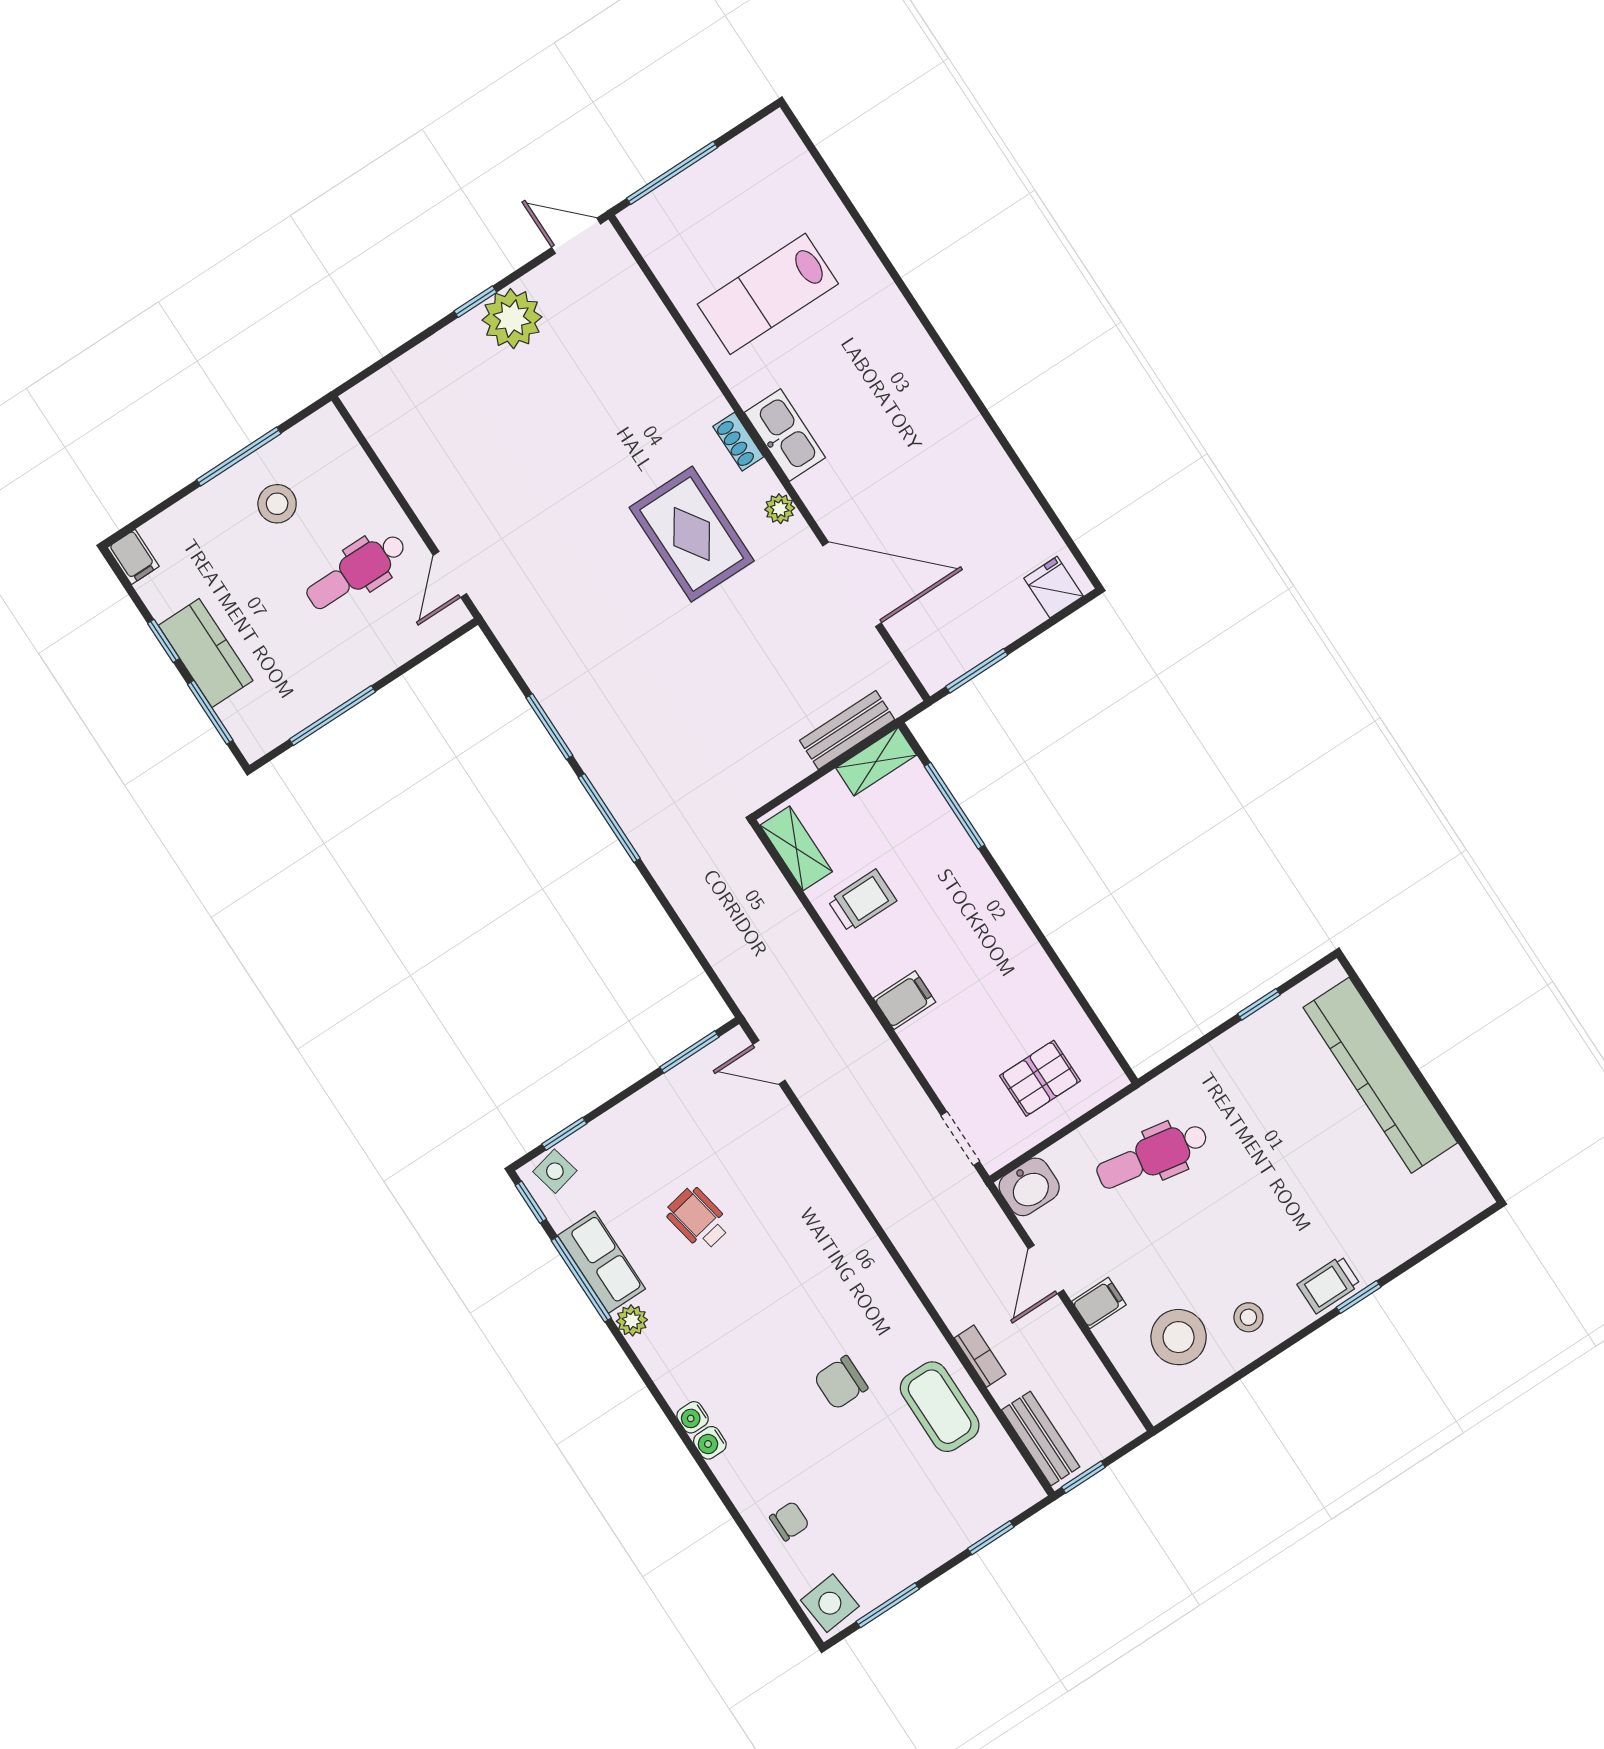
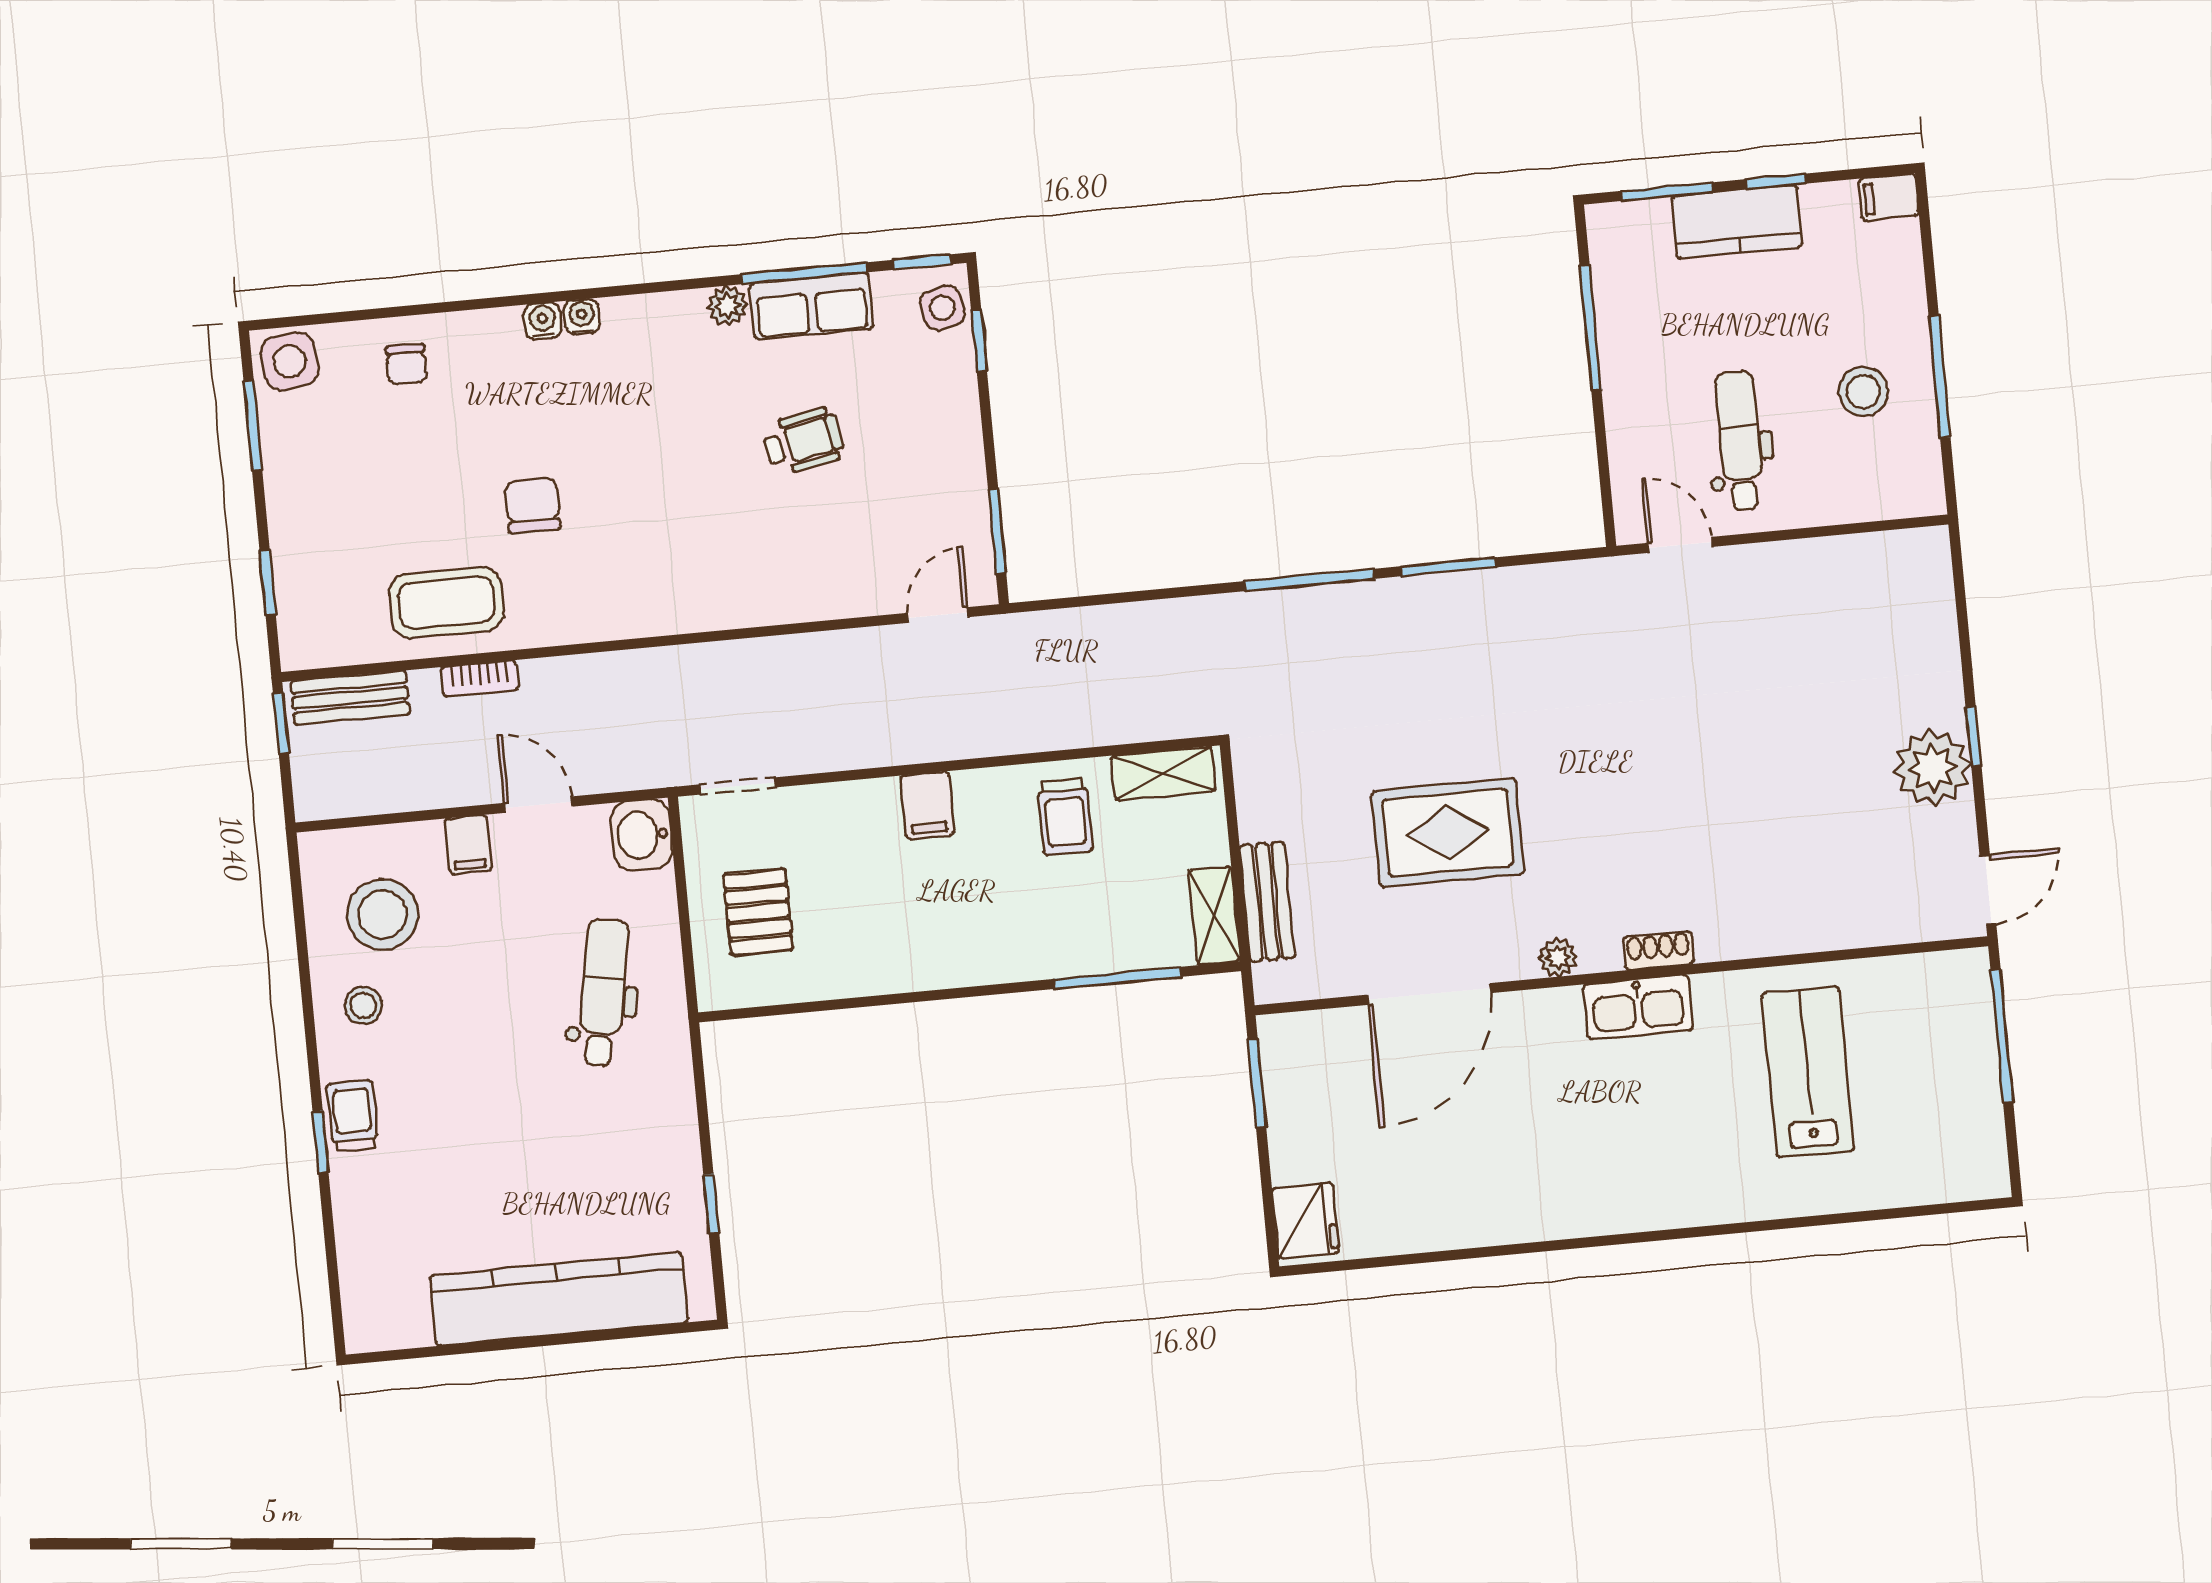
rug: (692, 534) -> (1448, 833), moved
fridge: (1054, 587) -> (1306, 1220), width x1.38

